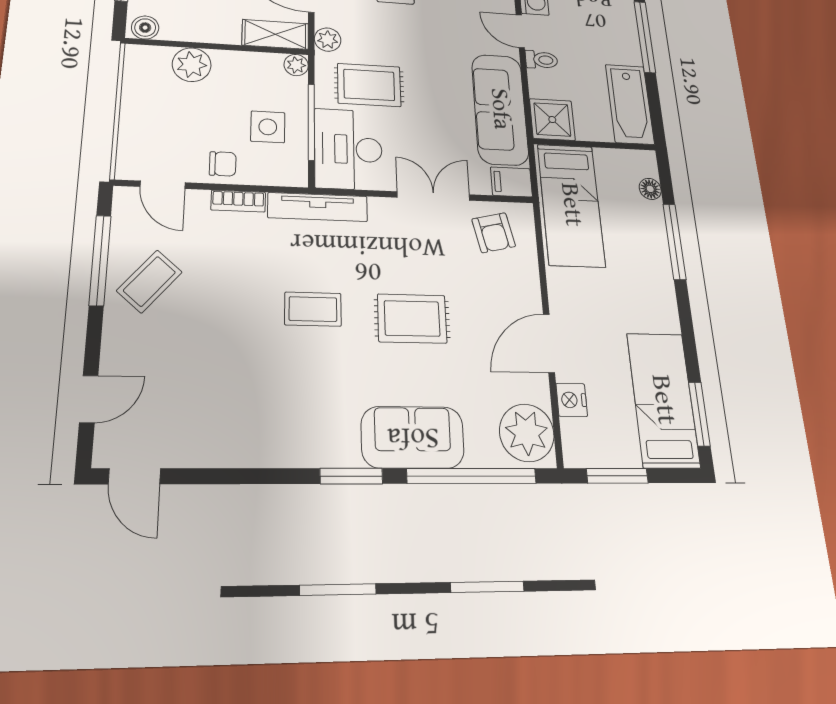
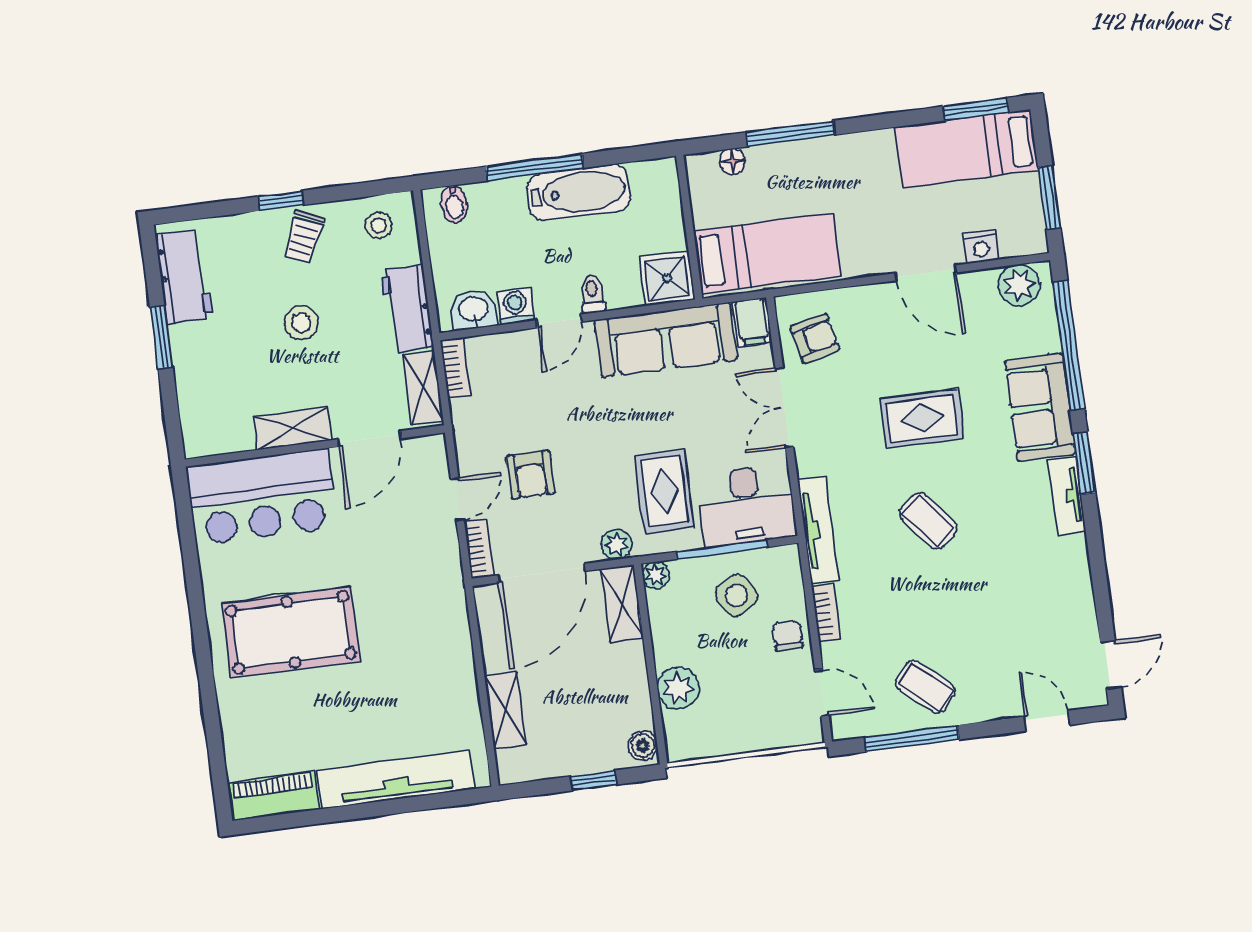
bathtub: (630, 104) -> (579, 193), moved
side table: (268, 127) -> (736, 595), turned -30
door: (163, 185) -> (822, 693), hinge flipped
coffee table: (313, 309) -> (928, 521), turned -39
rug: (412, 318) -> (922, 419), turned 90
plant: (527, 433) -> (1019, 285), width x0.73, depth x0.73
tv unit: (320, 453) -> (1067, 496), added

